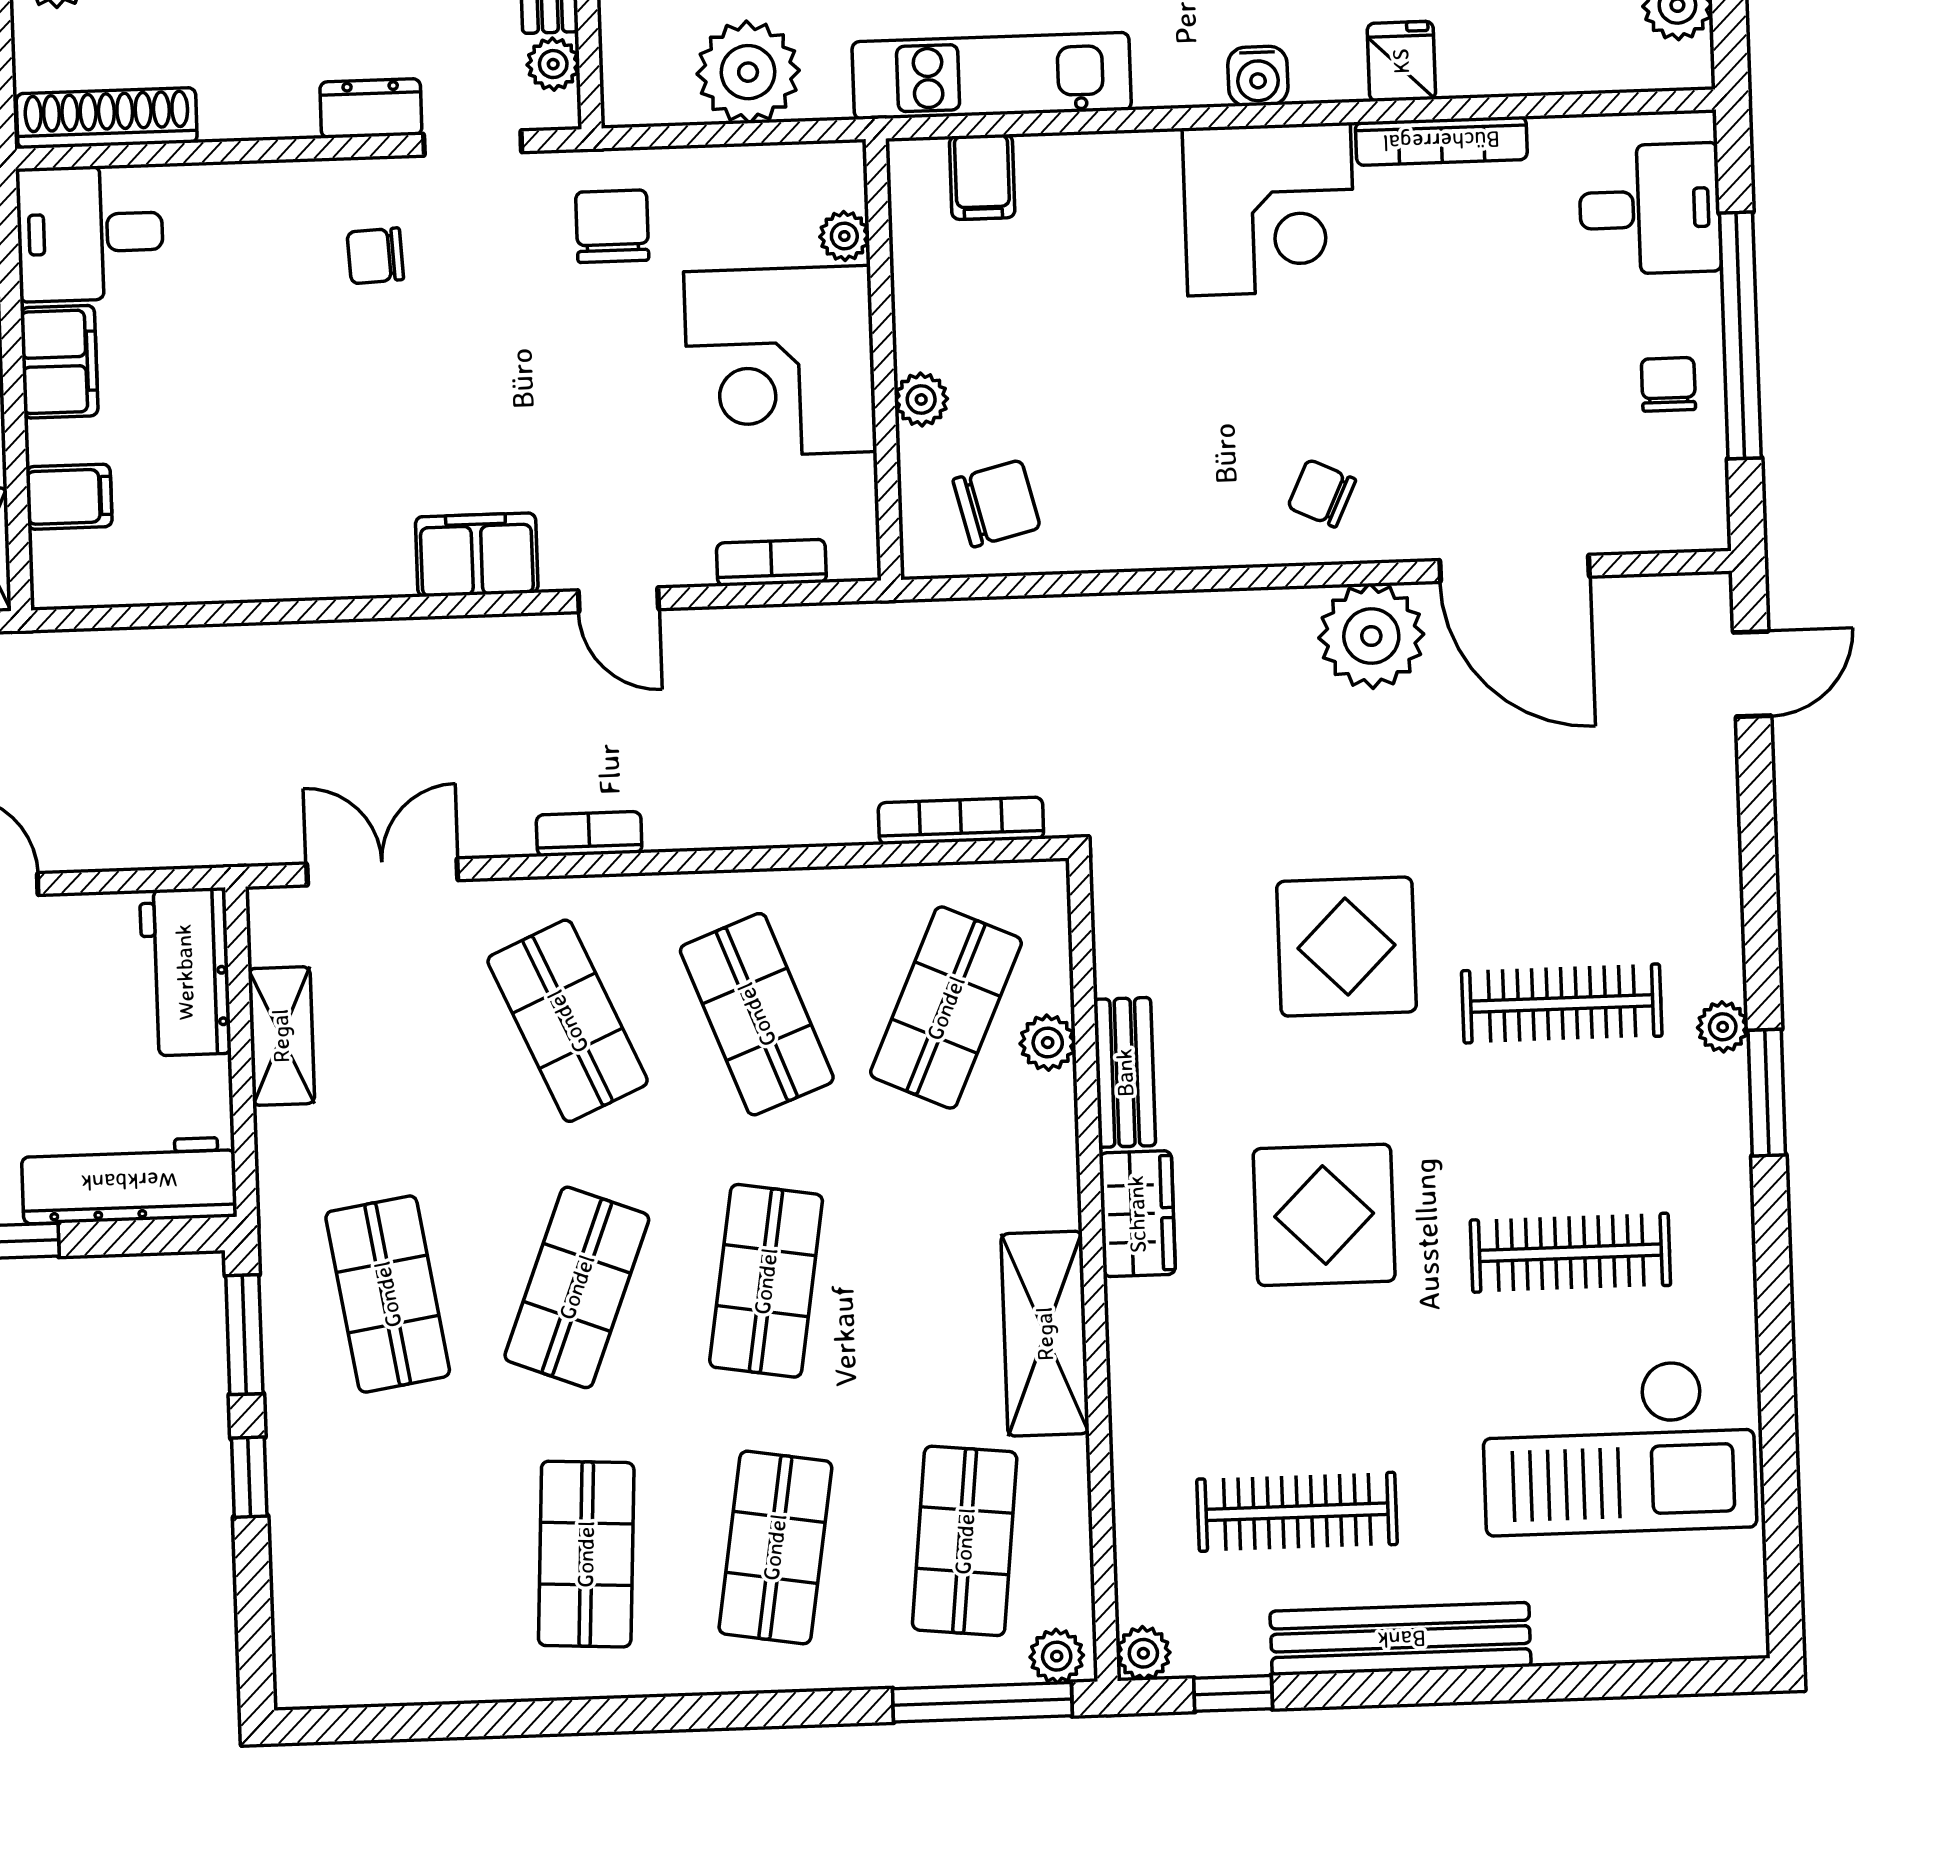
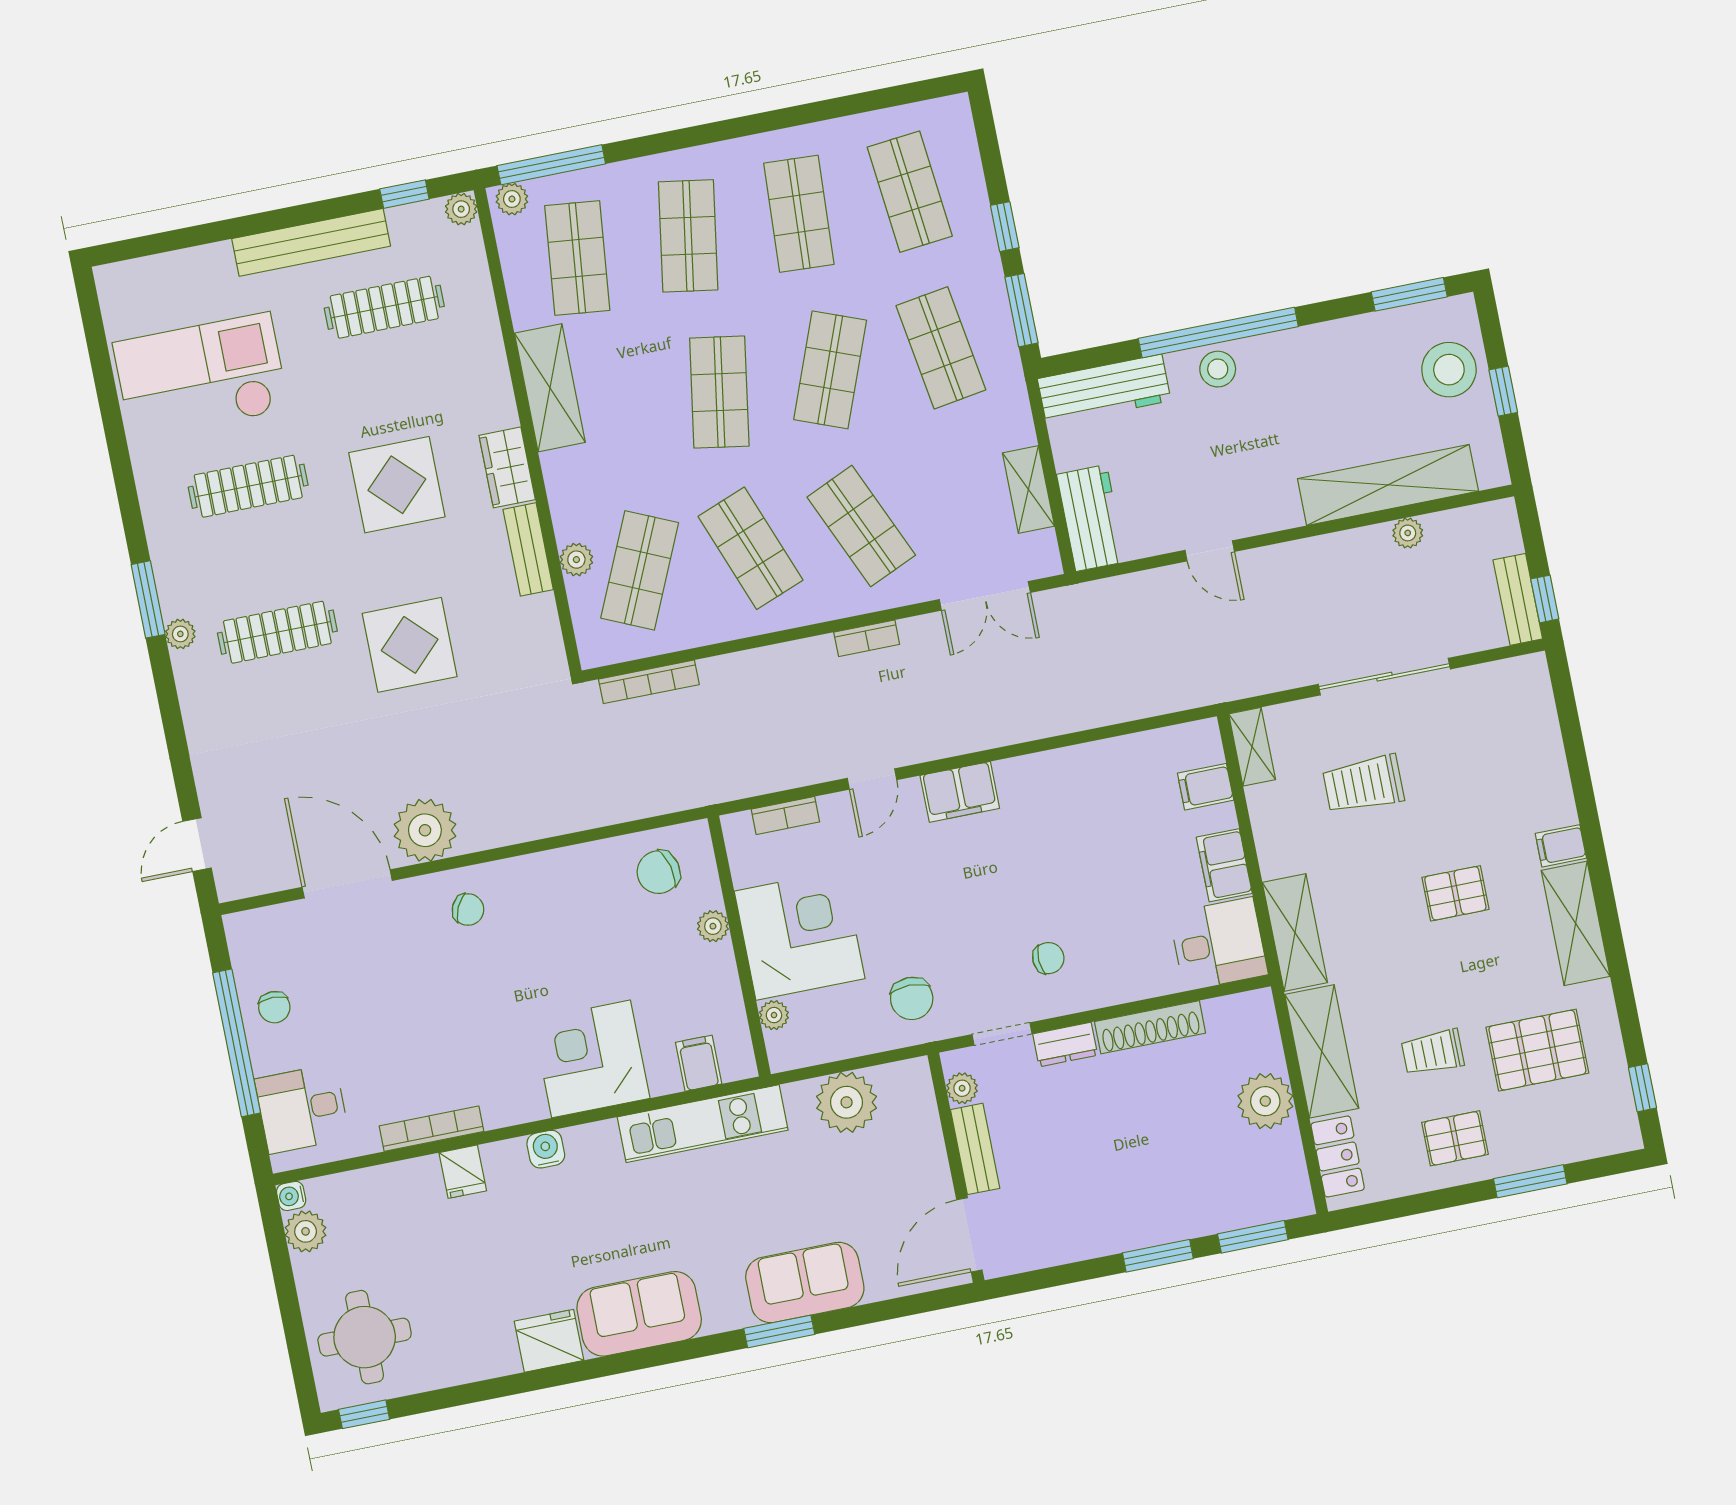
water cooler: (1692, 68) -> (291, 1196), added
shoe rack: (107, 118) -> (1150, 1027), moved
corner desk: (1269, 209) -> (591, 1059), moved
door: (618, 600) -> (872, 779), swing flipped
shop shelf: (397, 1561) -> (910, 192), added

